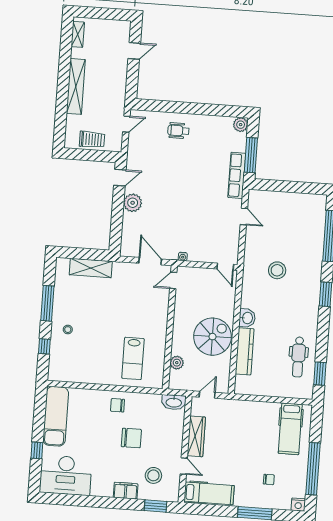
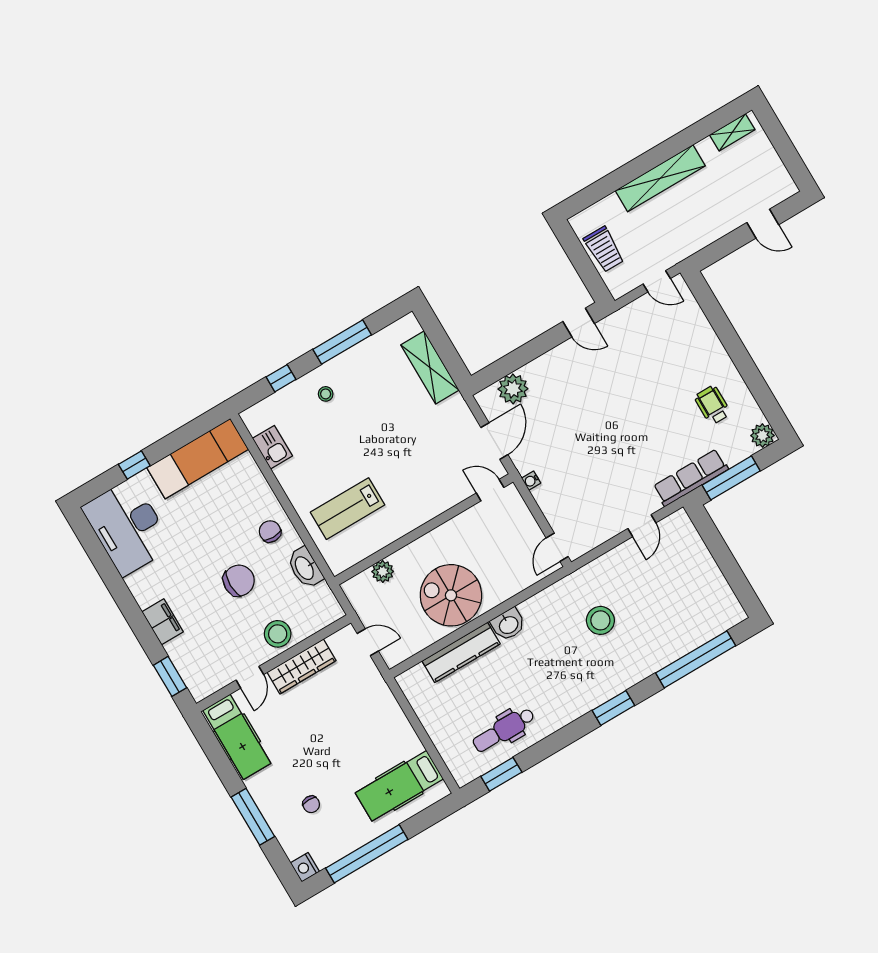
wheelchair: (178, 131) -> (713, 405), moved
plant: (133, 203) -> (513, 389), moved
spiral stairs: (212, 337) -> (451, 595), turned 180
kitchen sink: (76, 375) -> (272, 447), added
washbasin: (174, 402) -> (305, 568), moved
chair: (131, 438) -> (239, 581), turned -90
stool: (153, 475) -> (278, 634), moved

